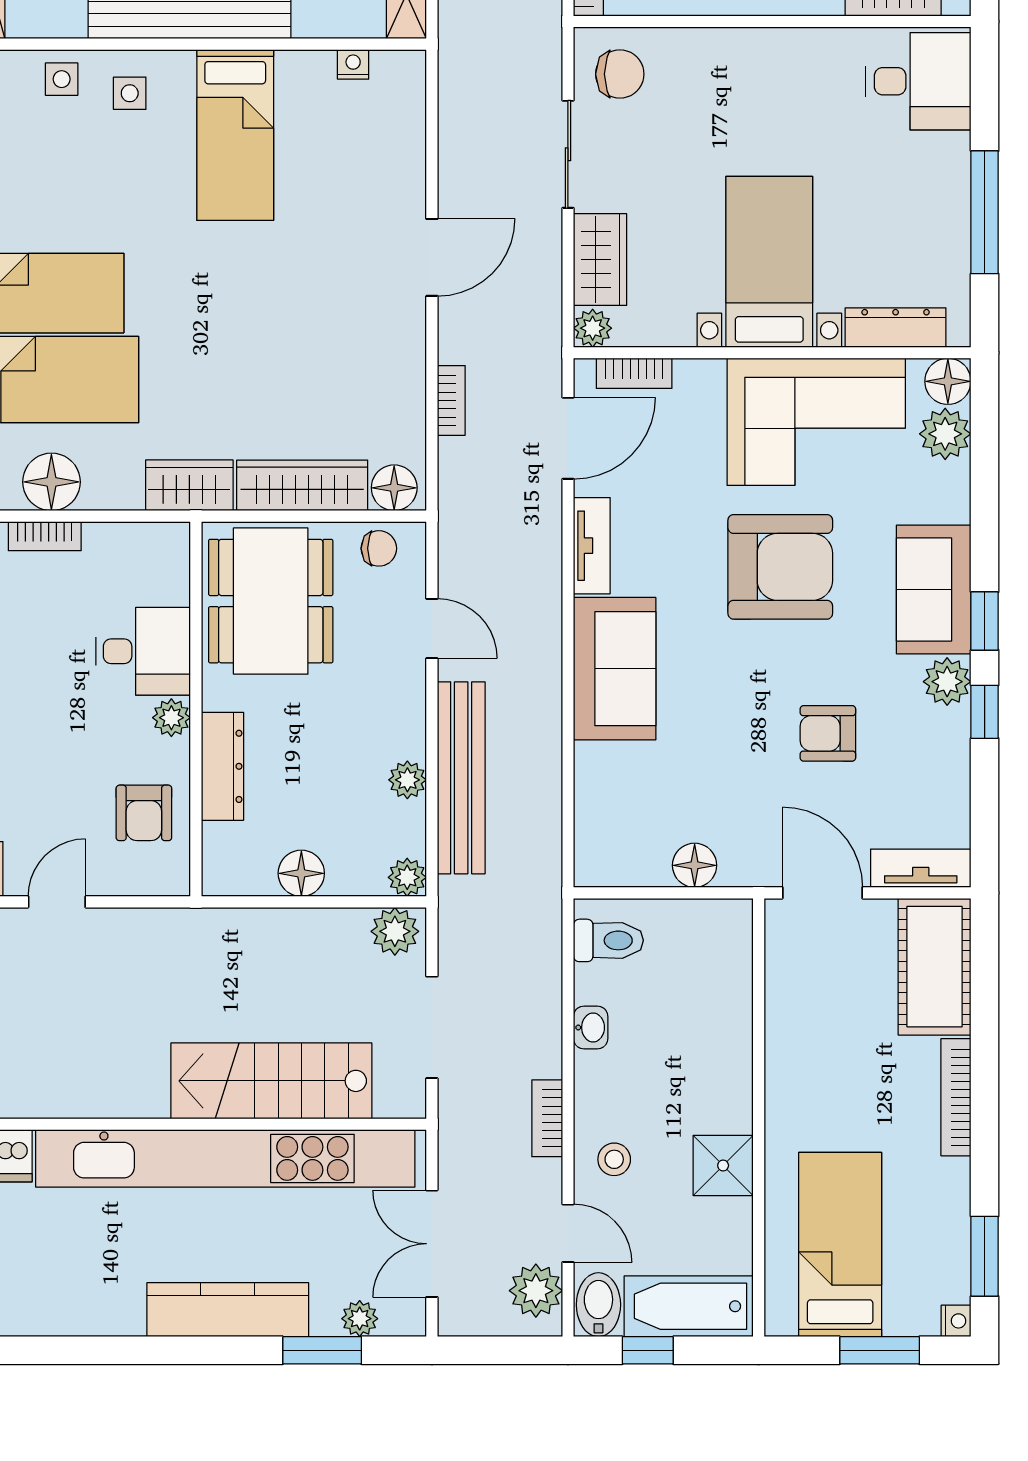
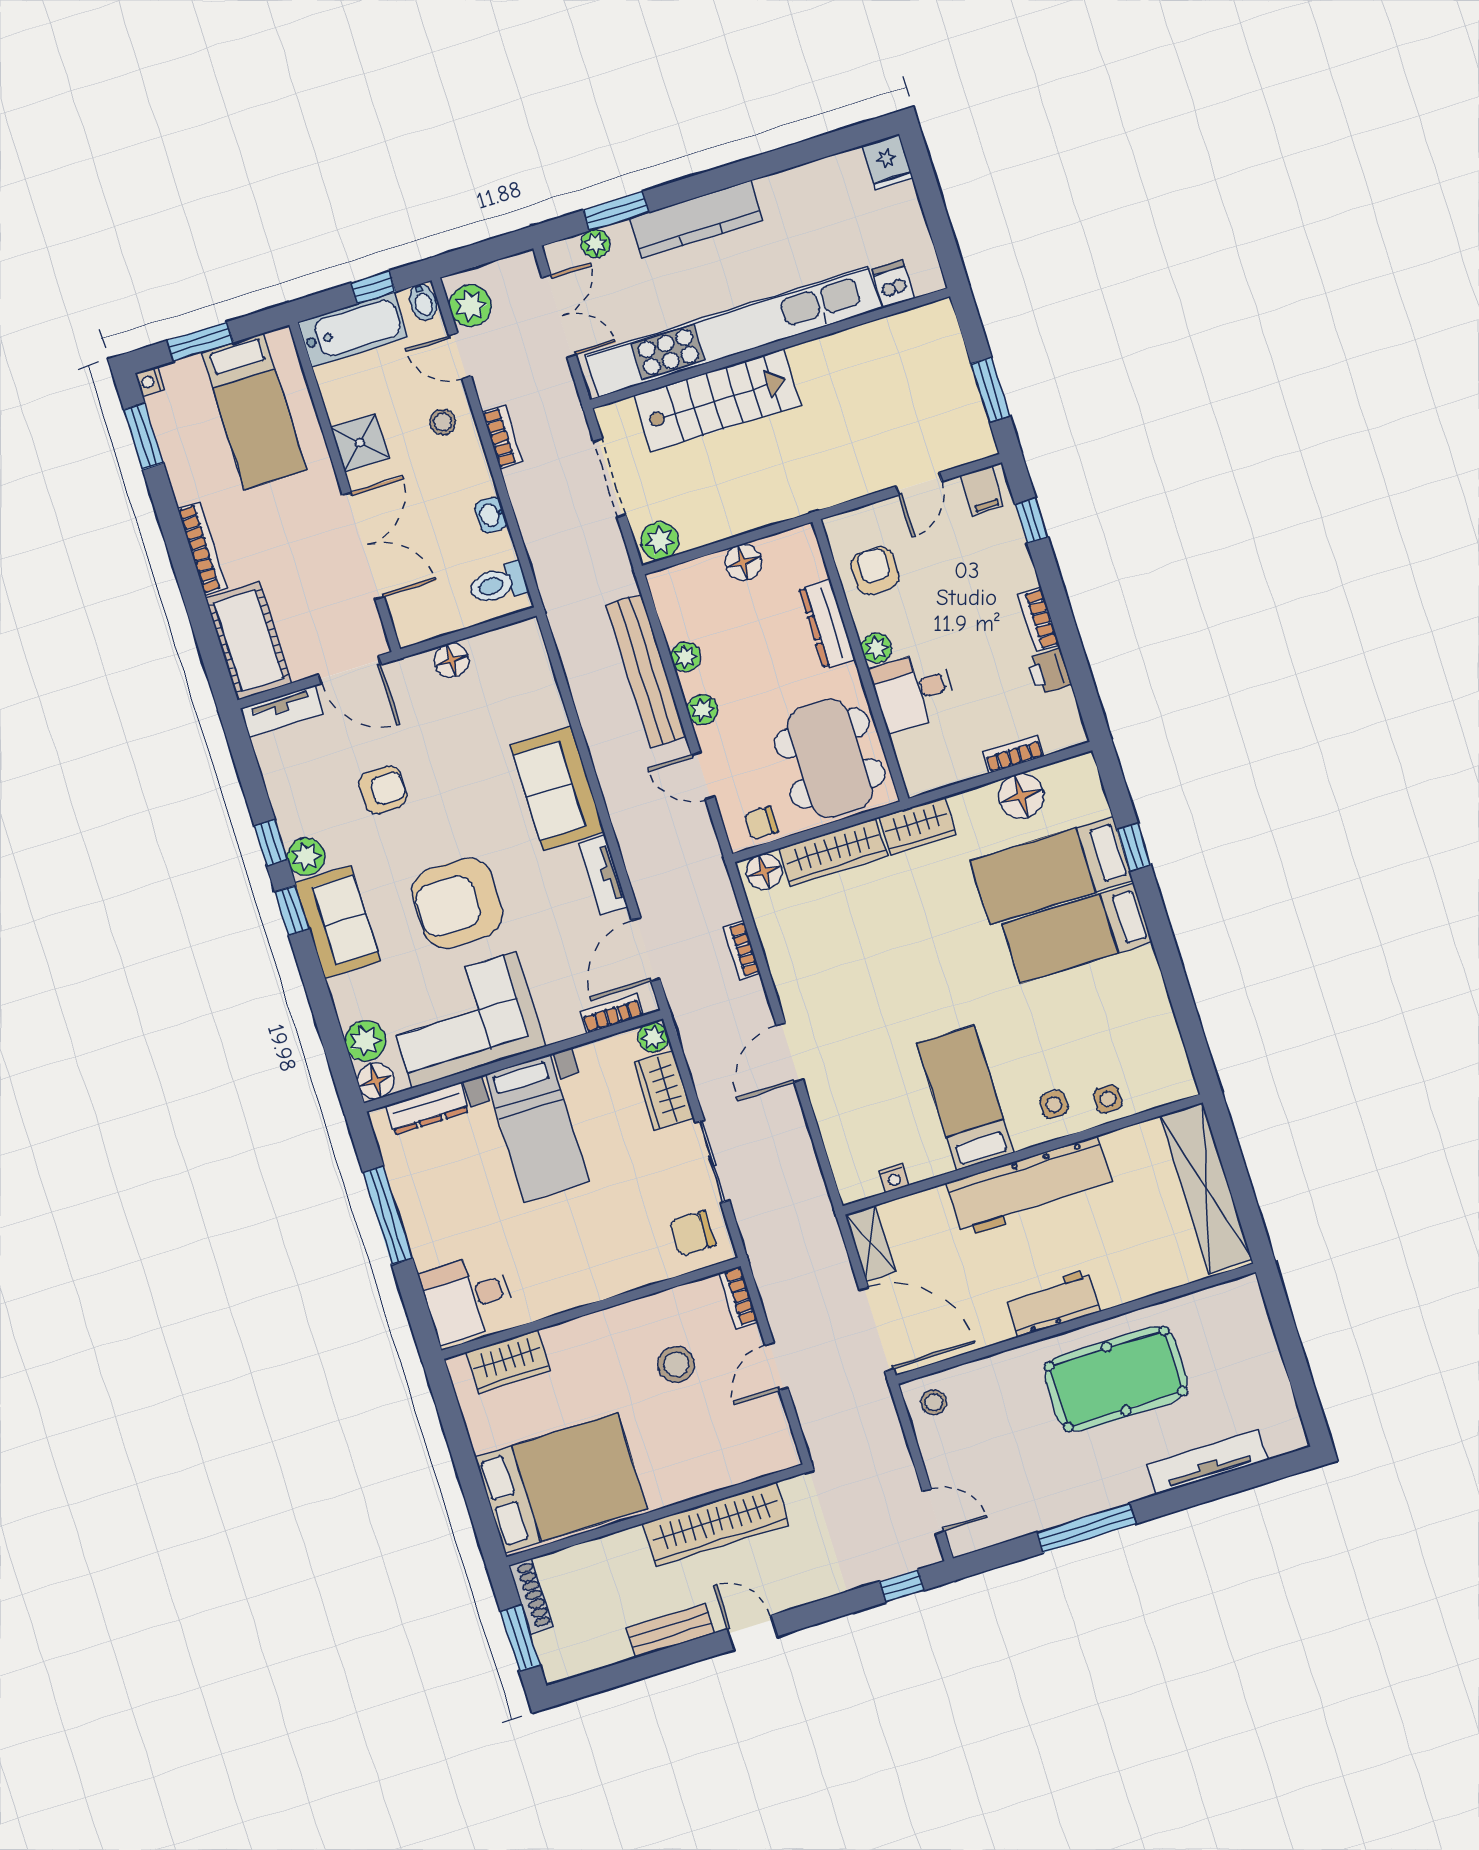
plant: (407, 877) -> (703, 710), moved
double door: (759, 1038) -> (363, 546), added
bidet: (598, 1305) -> (423, 302), width x0.72, depth x0.74

